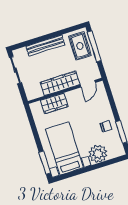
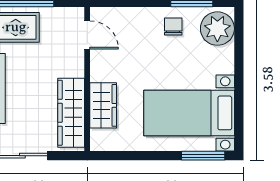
wardrobe: (60, 83) -> (71, 113), moved
plant: (98, 154) -> (217, 29), moved

